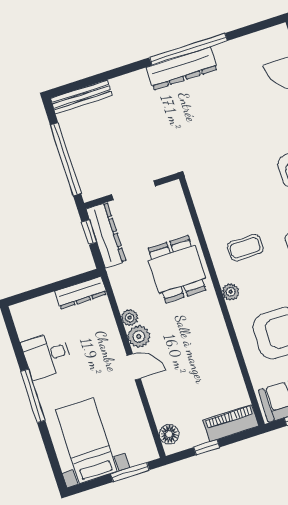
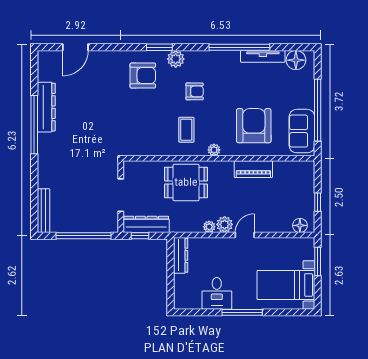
dresser: (182, 68) -> (46, 107), moved
piano: (231, 423) -> (253, 169), moved, turned -90

